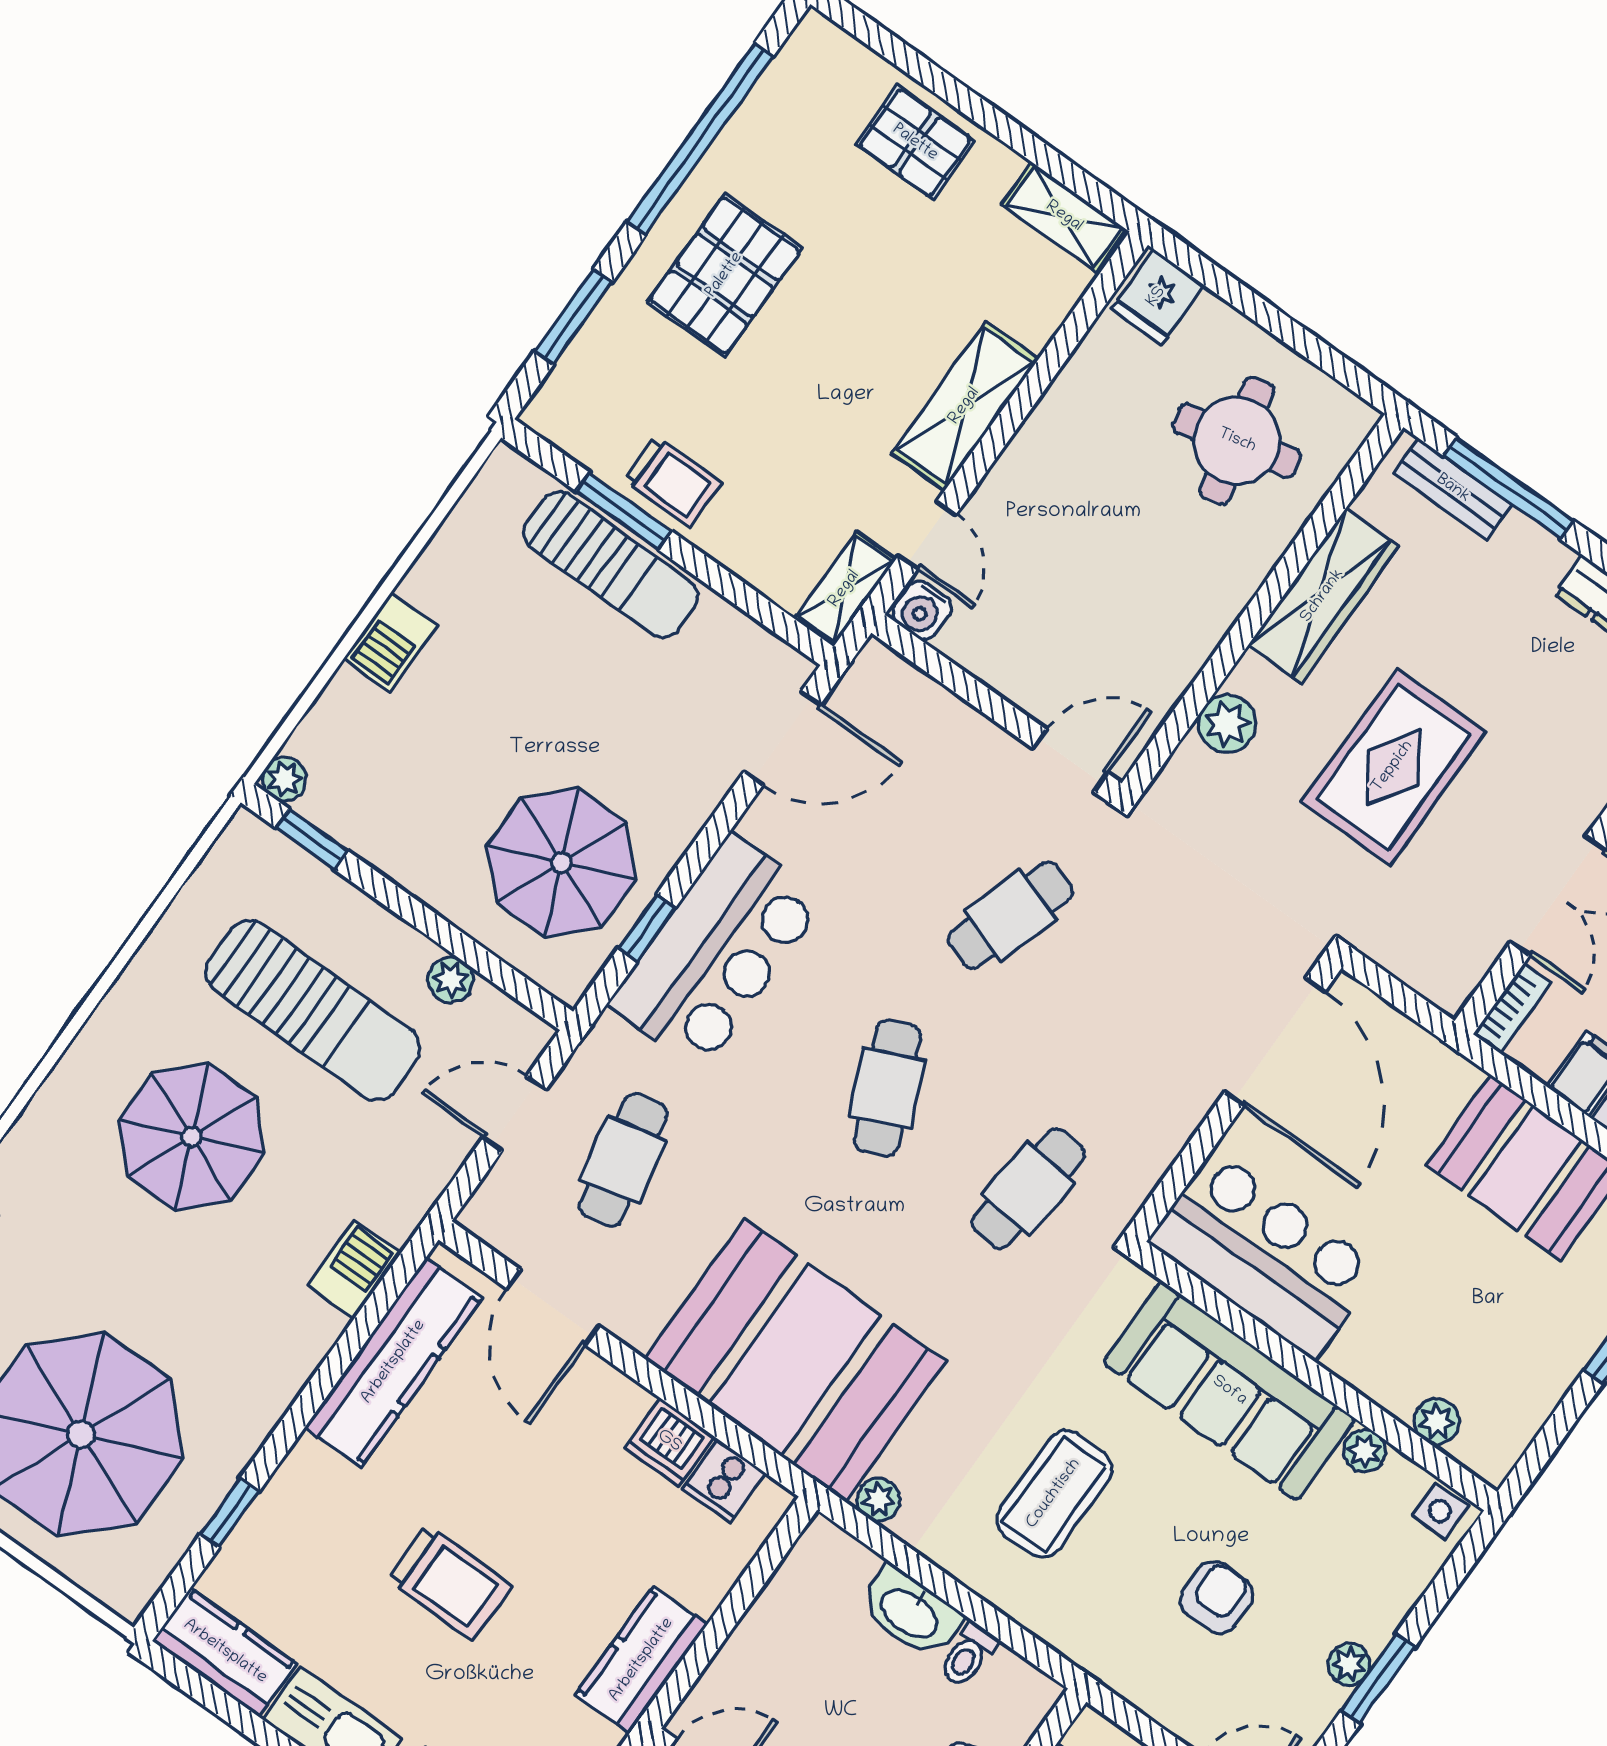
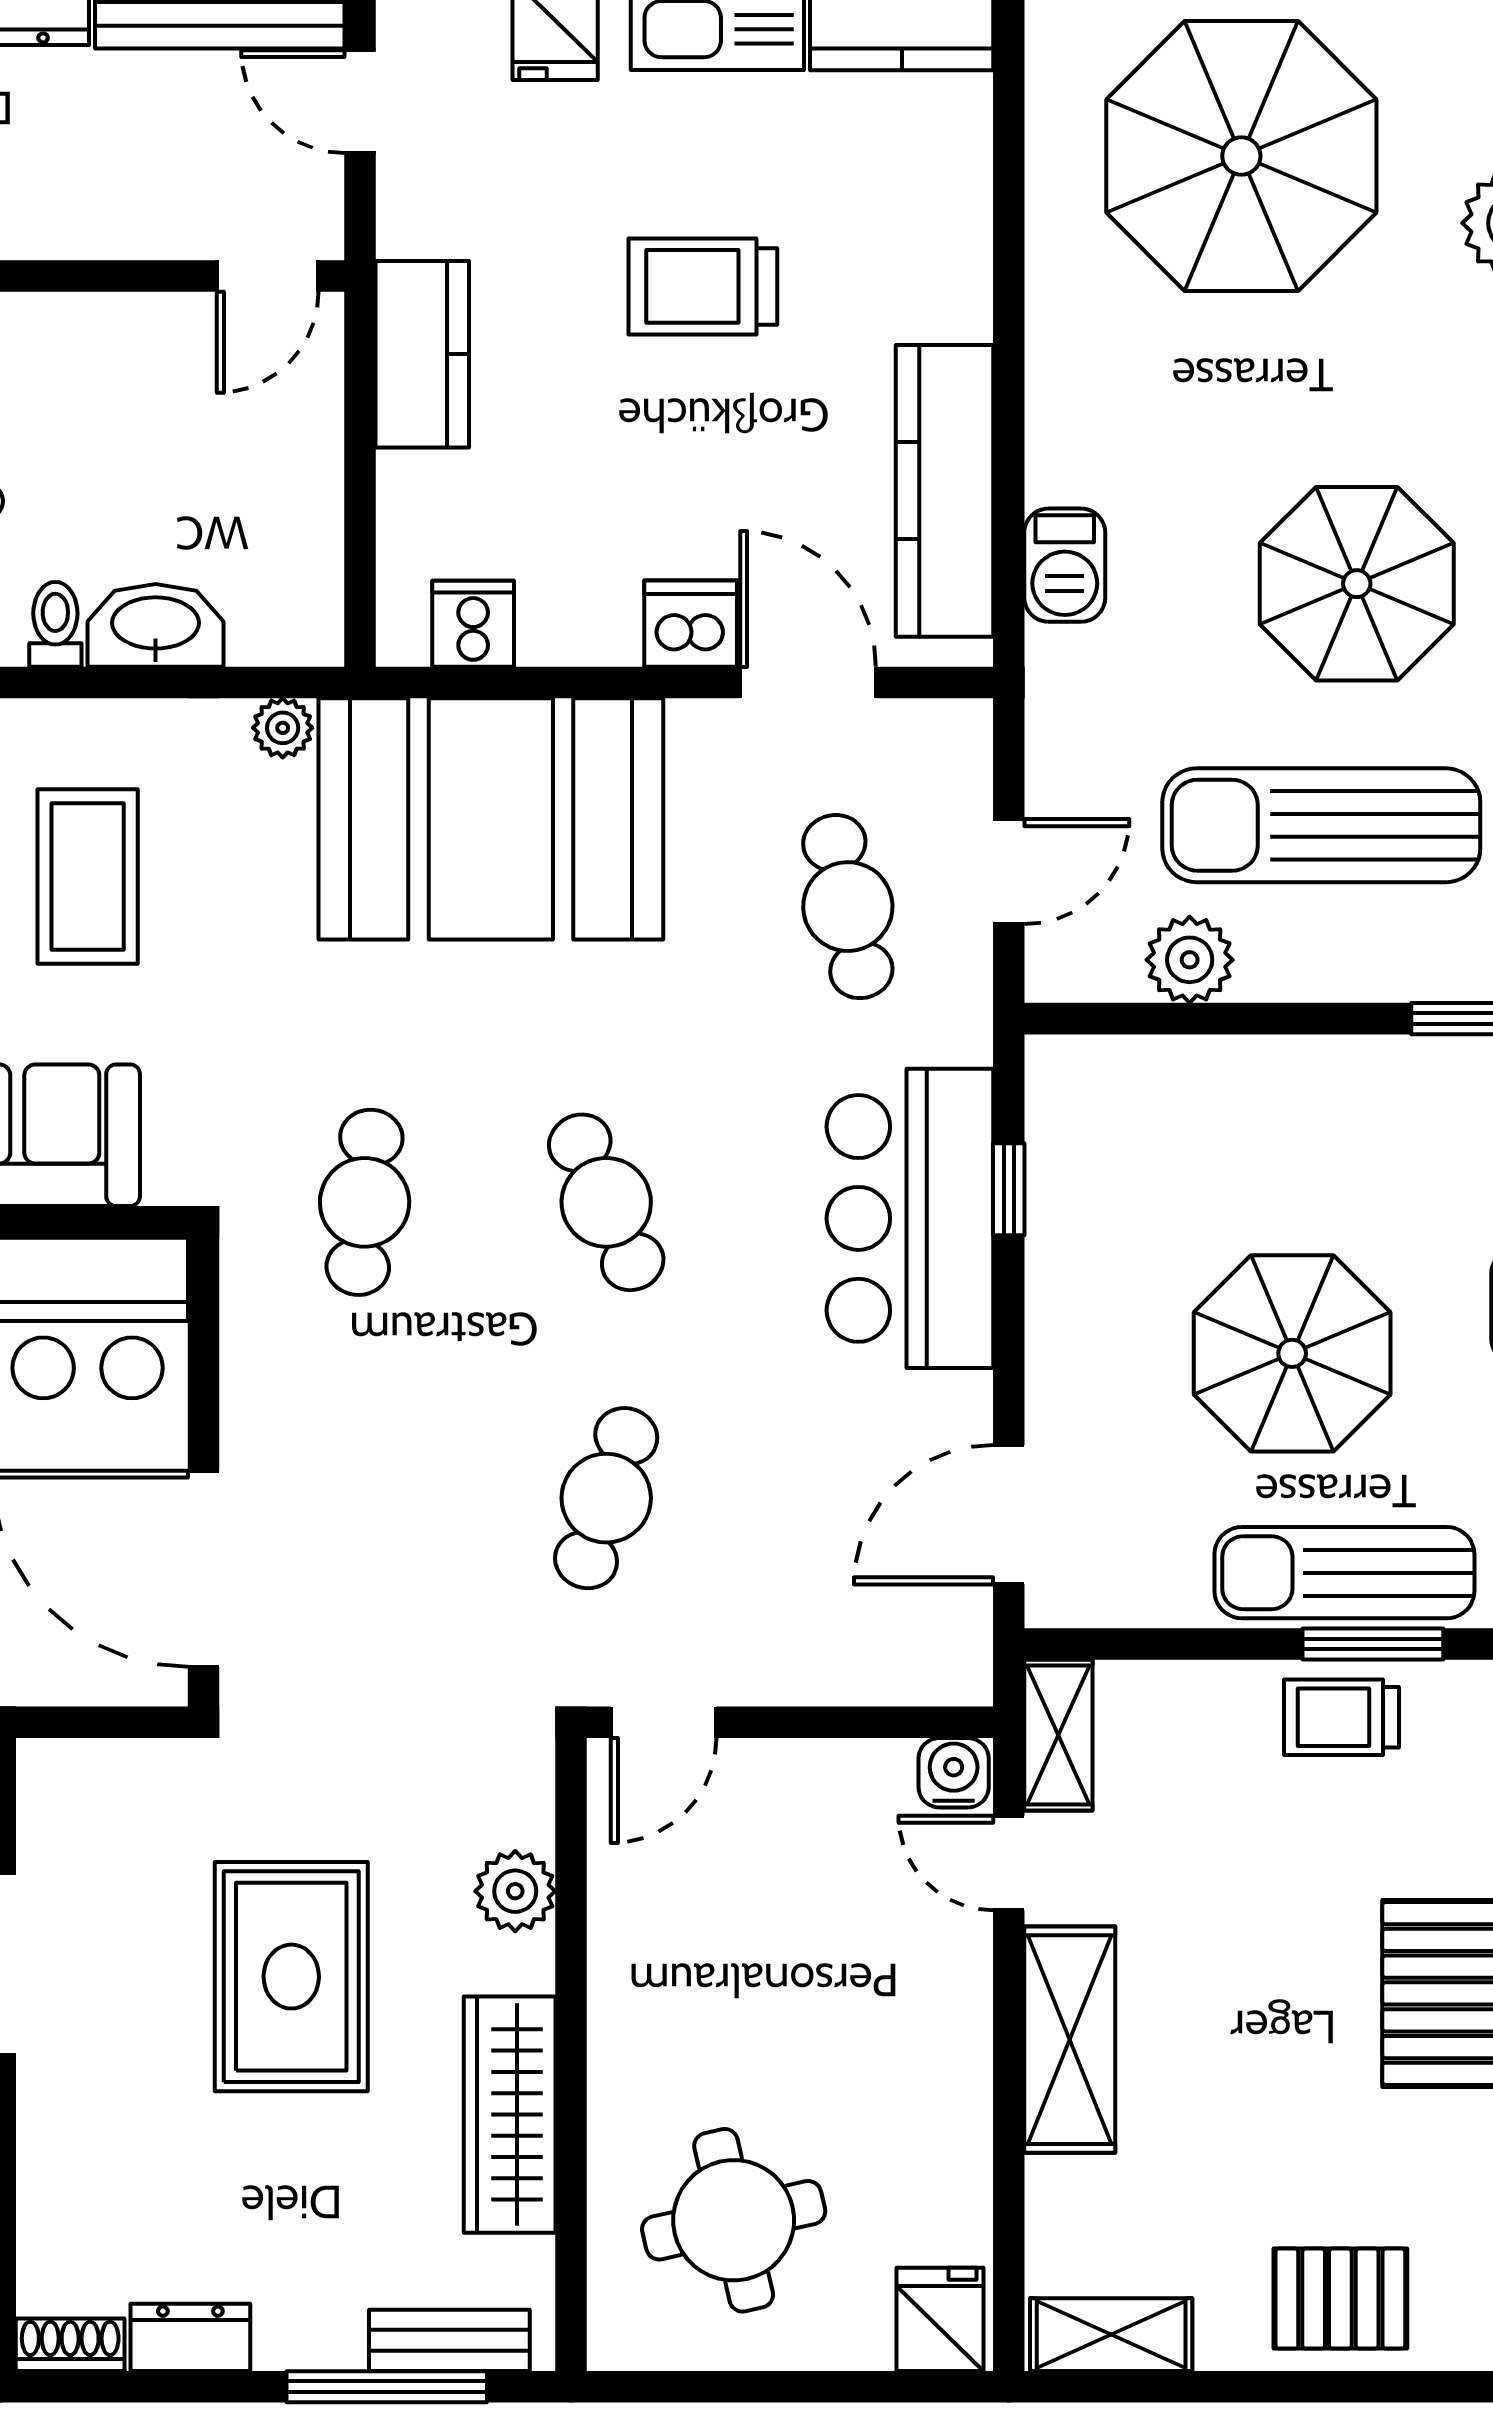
parasol: (562, 863) -> (1292, 1353), moved
plant: (451, 980) -> (1190, 960), width x1.38, depth x1.38
dishwasher: (669, 1442) -> (691, 624), moved
window: (230, 1513) -> (1009, 187), removed

